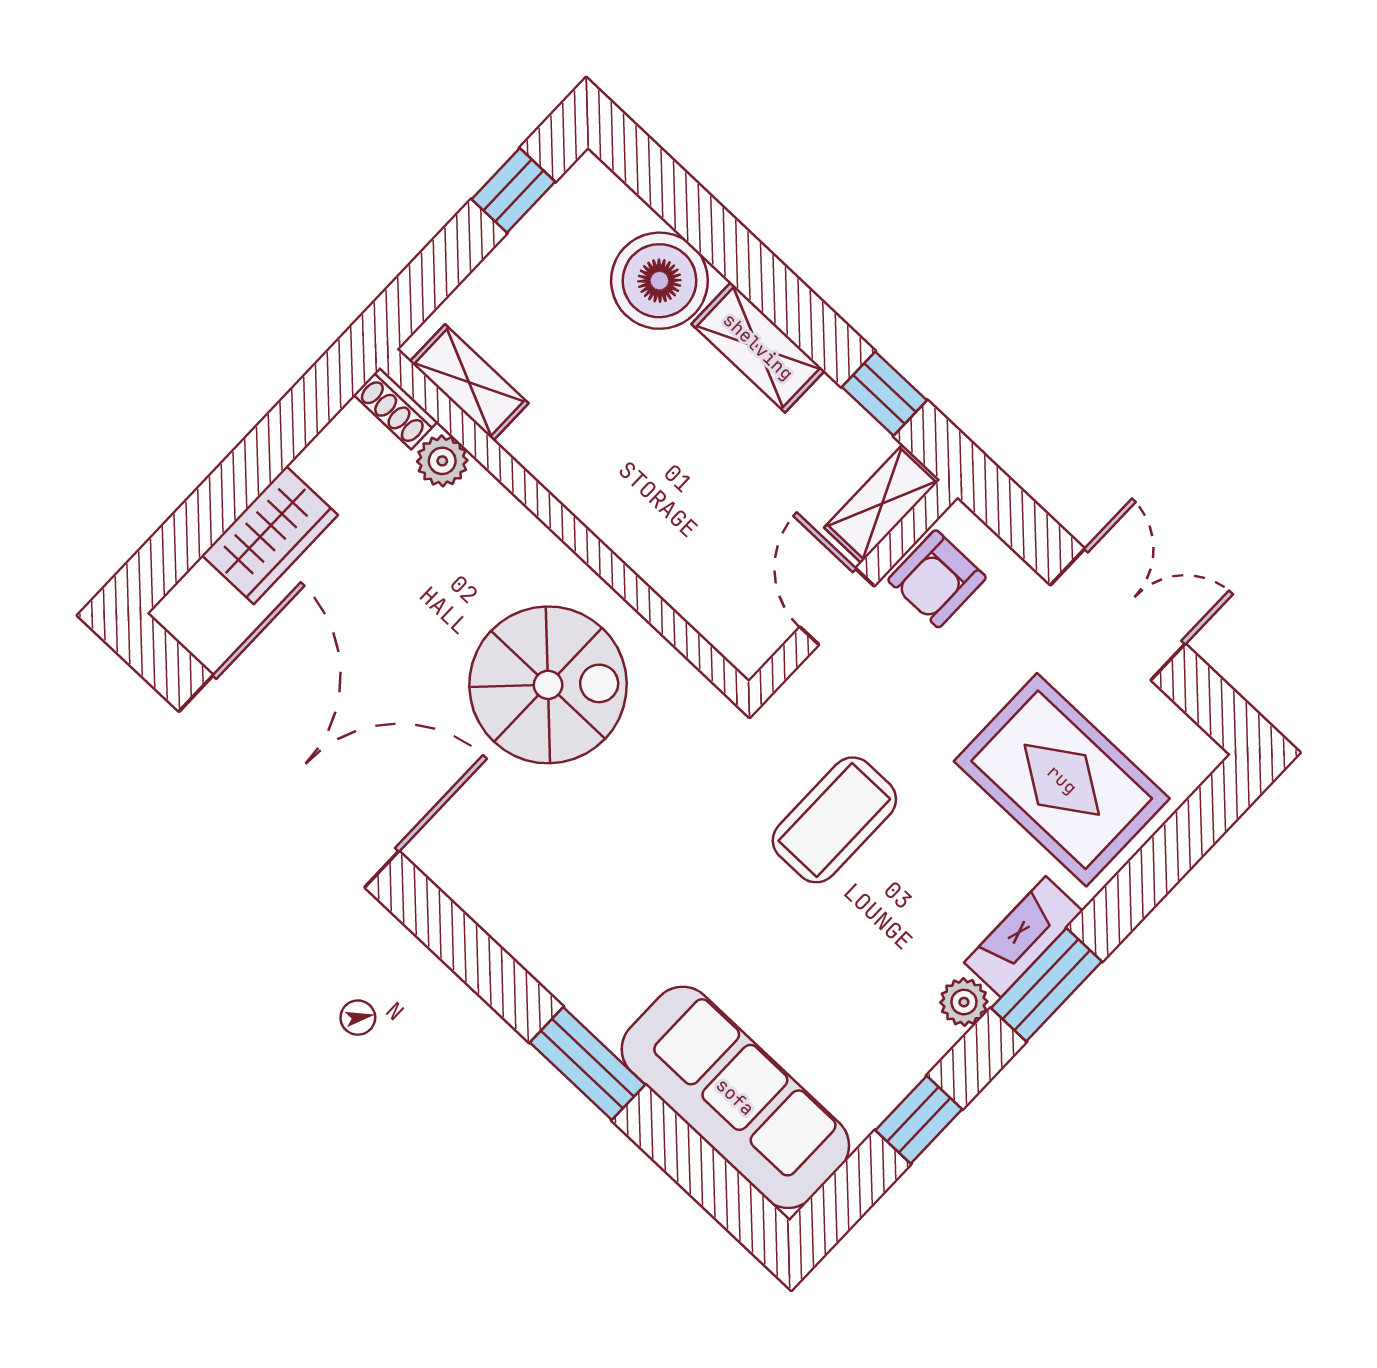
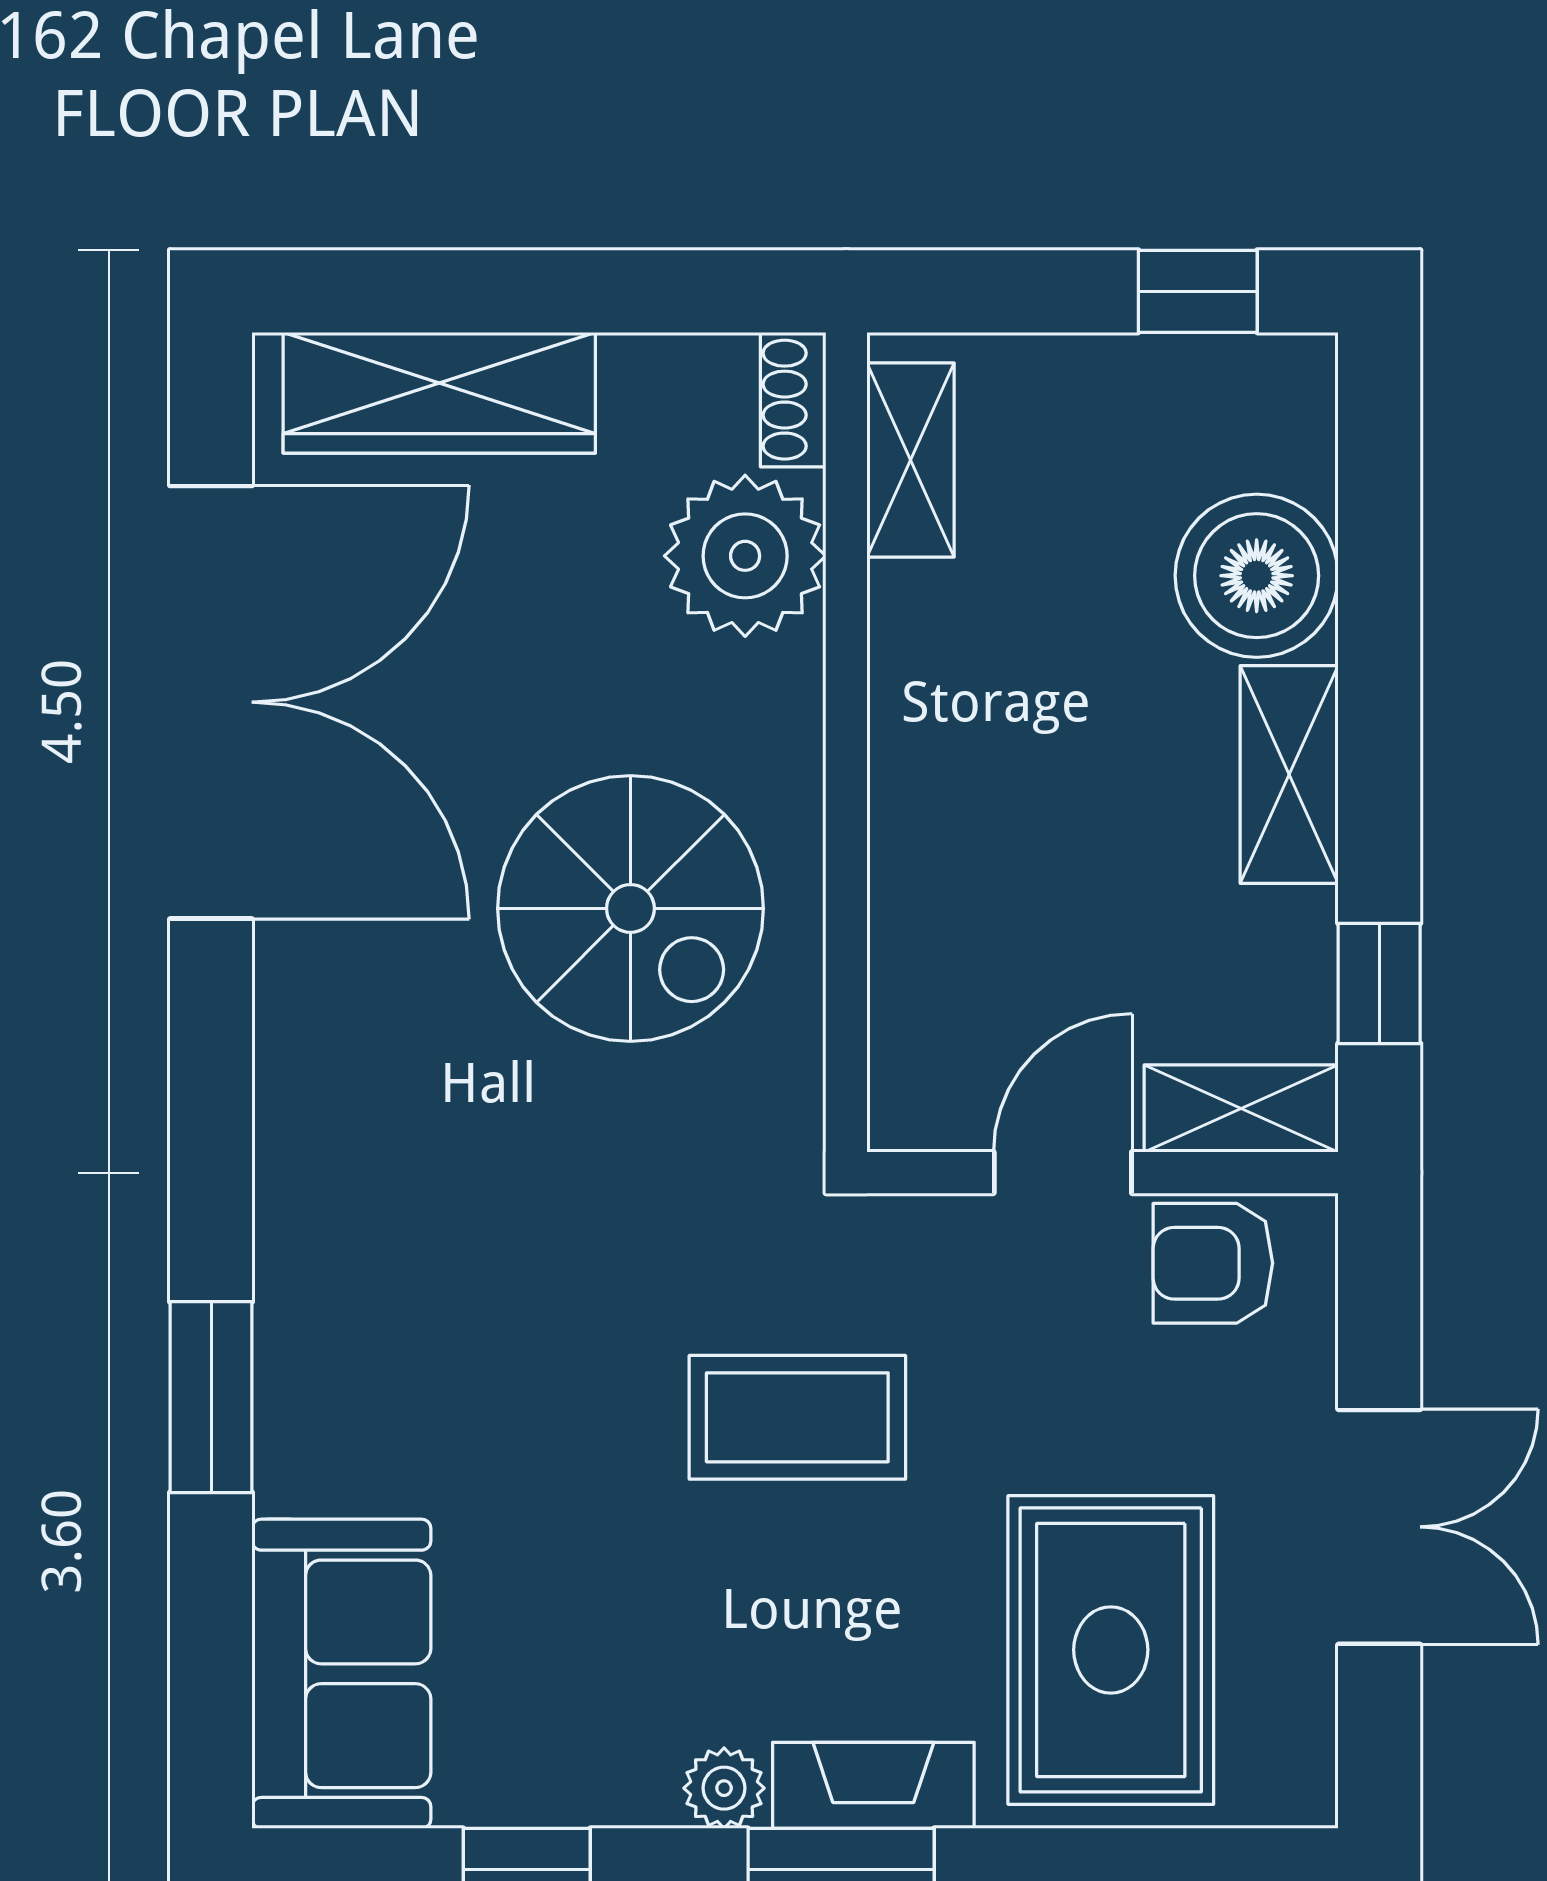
plant: (442, 461) -> (745, 556), width x1.88, depth x1.88
wardrobe: (270, 535) -> (439, 393), width x1.50
sofa: (735, 1097) -> (341, 1674), width x0.73

